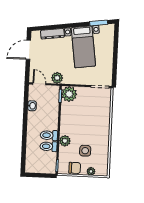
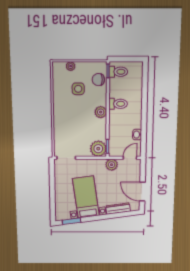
door: (28, 50) -> (142, 192), swing flipped
door: (39, 84) -> (130, 158), swing flipped
plant: (65, 141) -> (101, 112), moved
toilet: (49, 146) -> (118, 72), moved
chair: (75, 168) -> (98, 80), moved

